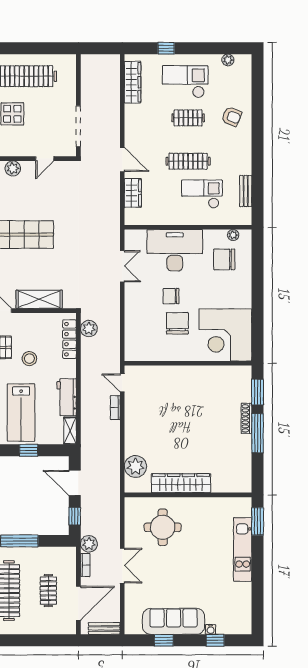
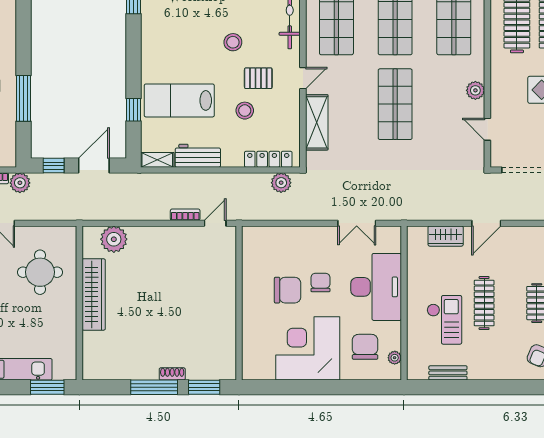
corner desk: (225, 335) -> (308, 348), moved
shoe rack: (246, 418) -> (172, 374), width x0.70

